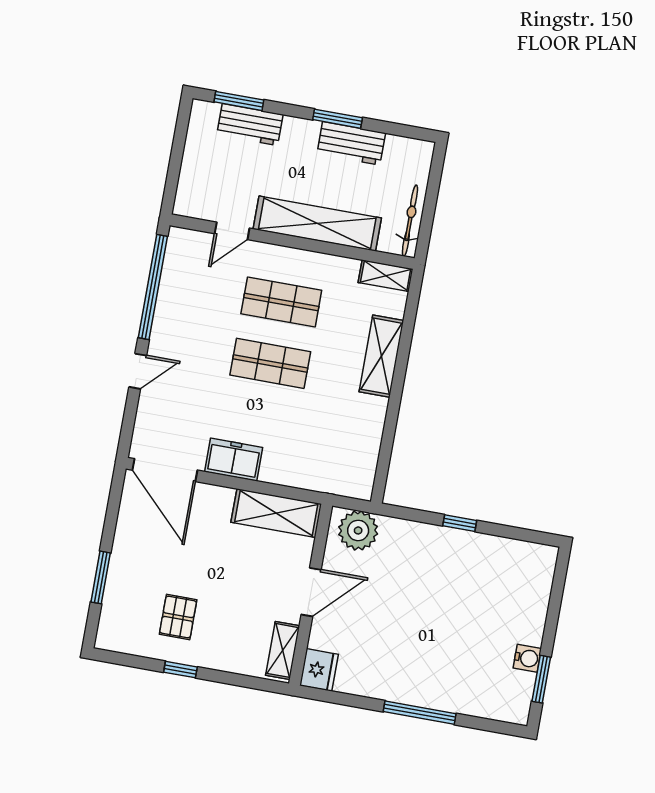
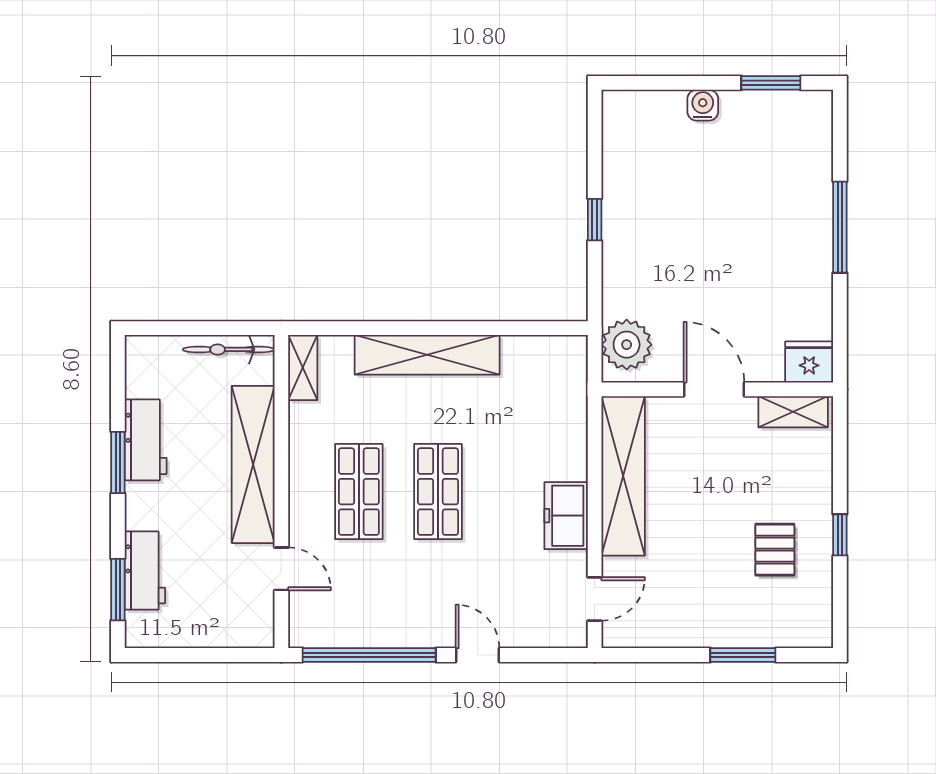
shelving: (381, 356) -> (427, 355), width x1.47
door: (165, 470) -> (595, 599), width x0.53
shelving: (276, 513) -> (623, 476), width x1.47
pallet: (178, 617) -> (775, 550), turned 90
water cooler: (527, 658) -> (703, 105), moved

